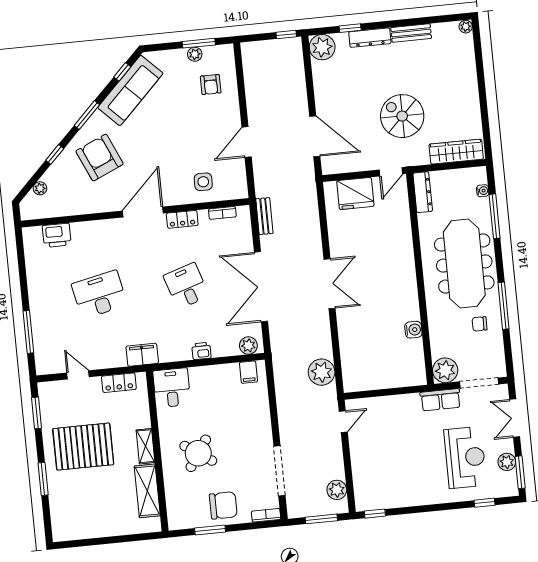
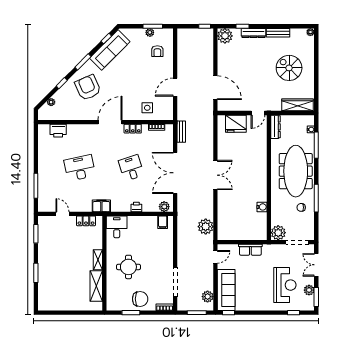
spiral stairs: (402, 116) -> (289, 68), moved
row of seats: (440, 400) -> (250, 250), moved
pallet: (83, 447) -> (61, 256), removed
round table: (198, 453) -> (128, 267), turned -34
sofa: (367, 476) -> (226, 290), added

